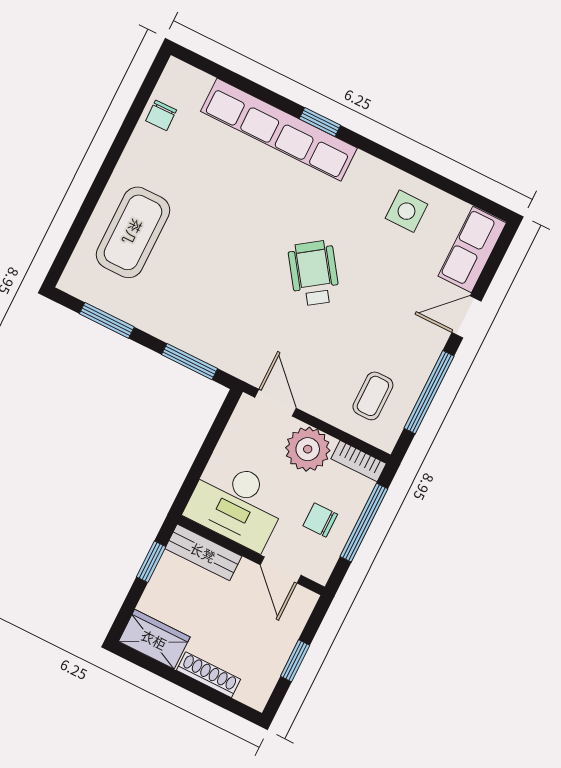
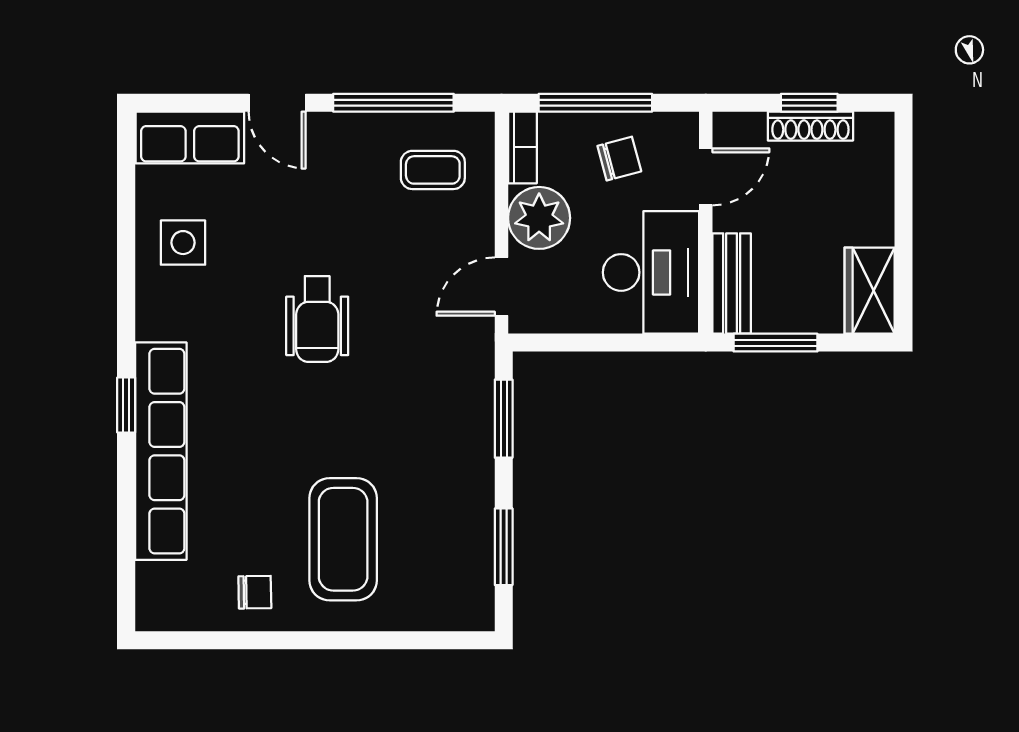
chair: (161, 115) -> (255, 592), moved
coffee table: (133, 232) -> (343, 539), moved, turned 90
wheelchair: (314, 273) -> (317, 319), turned -55
chair: (320, 520) -> (619, 159), turned -105
window: (151, 562) -> (776, 343), width x1.50
shoe rack: (209, 675) -> (810, 126), moved, turned -90

